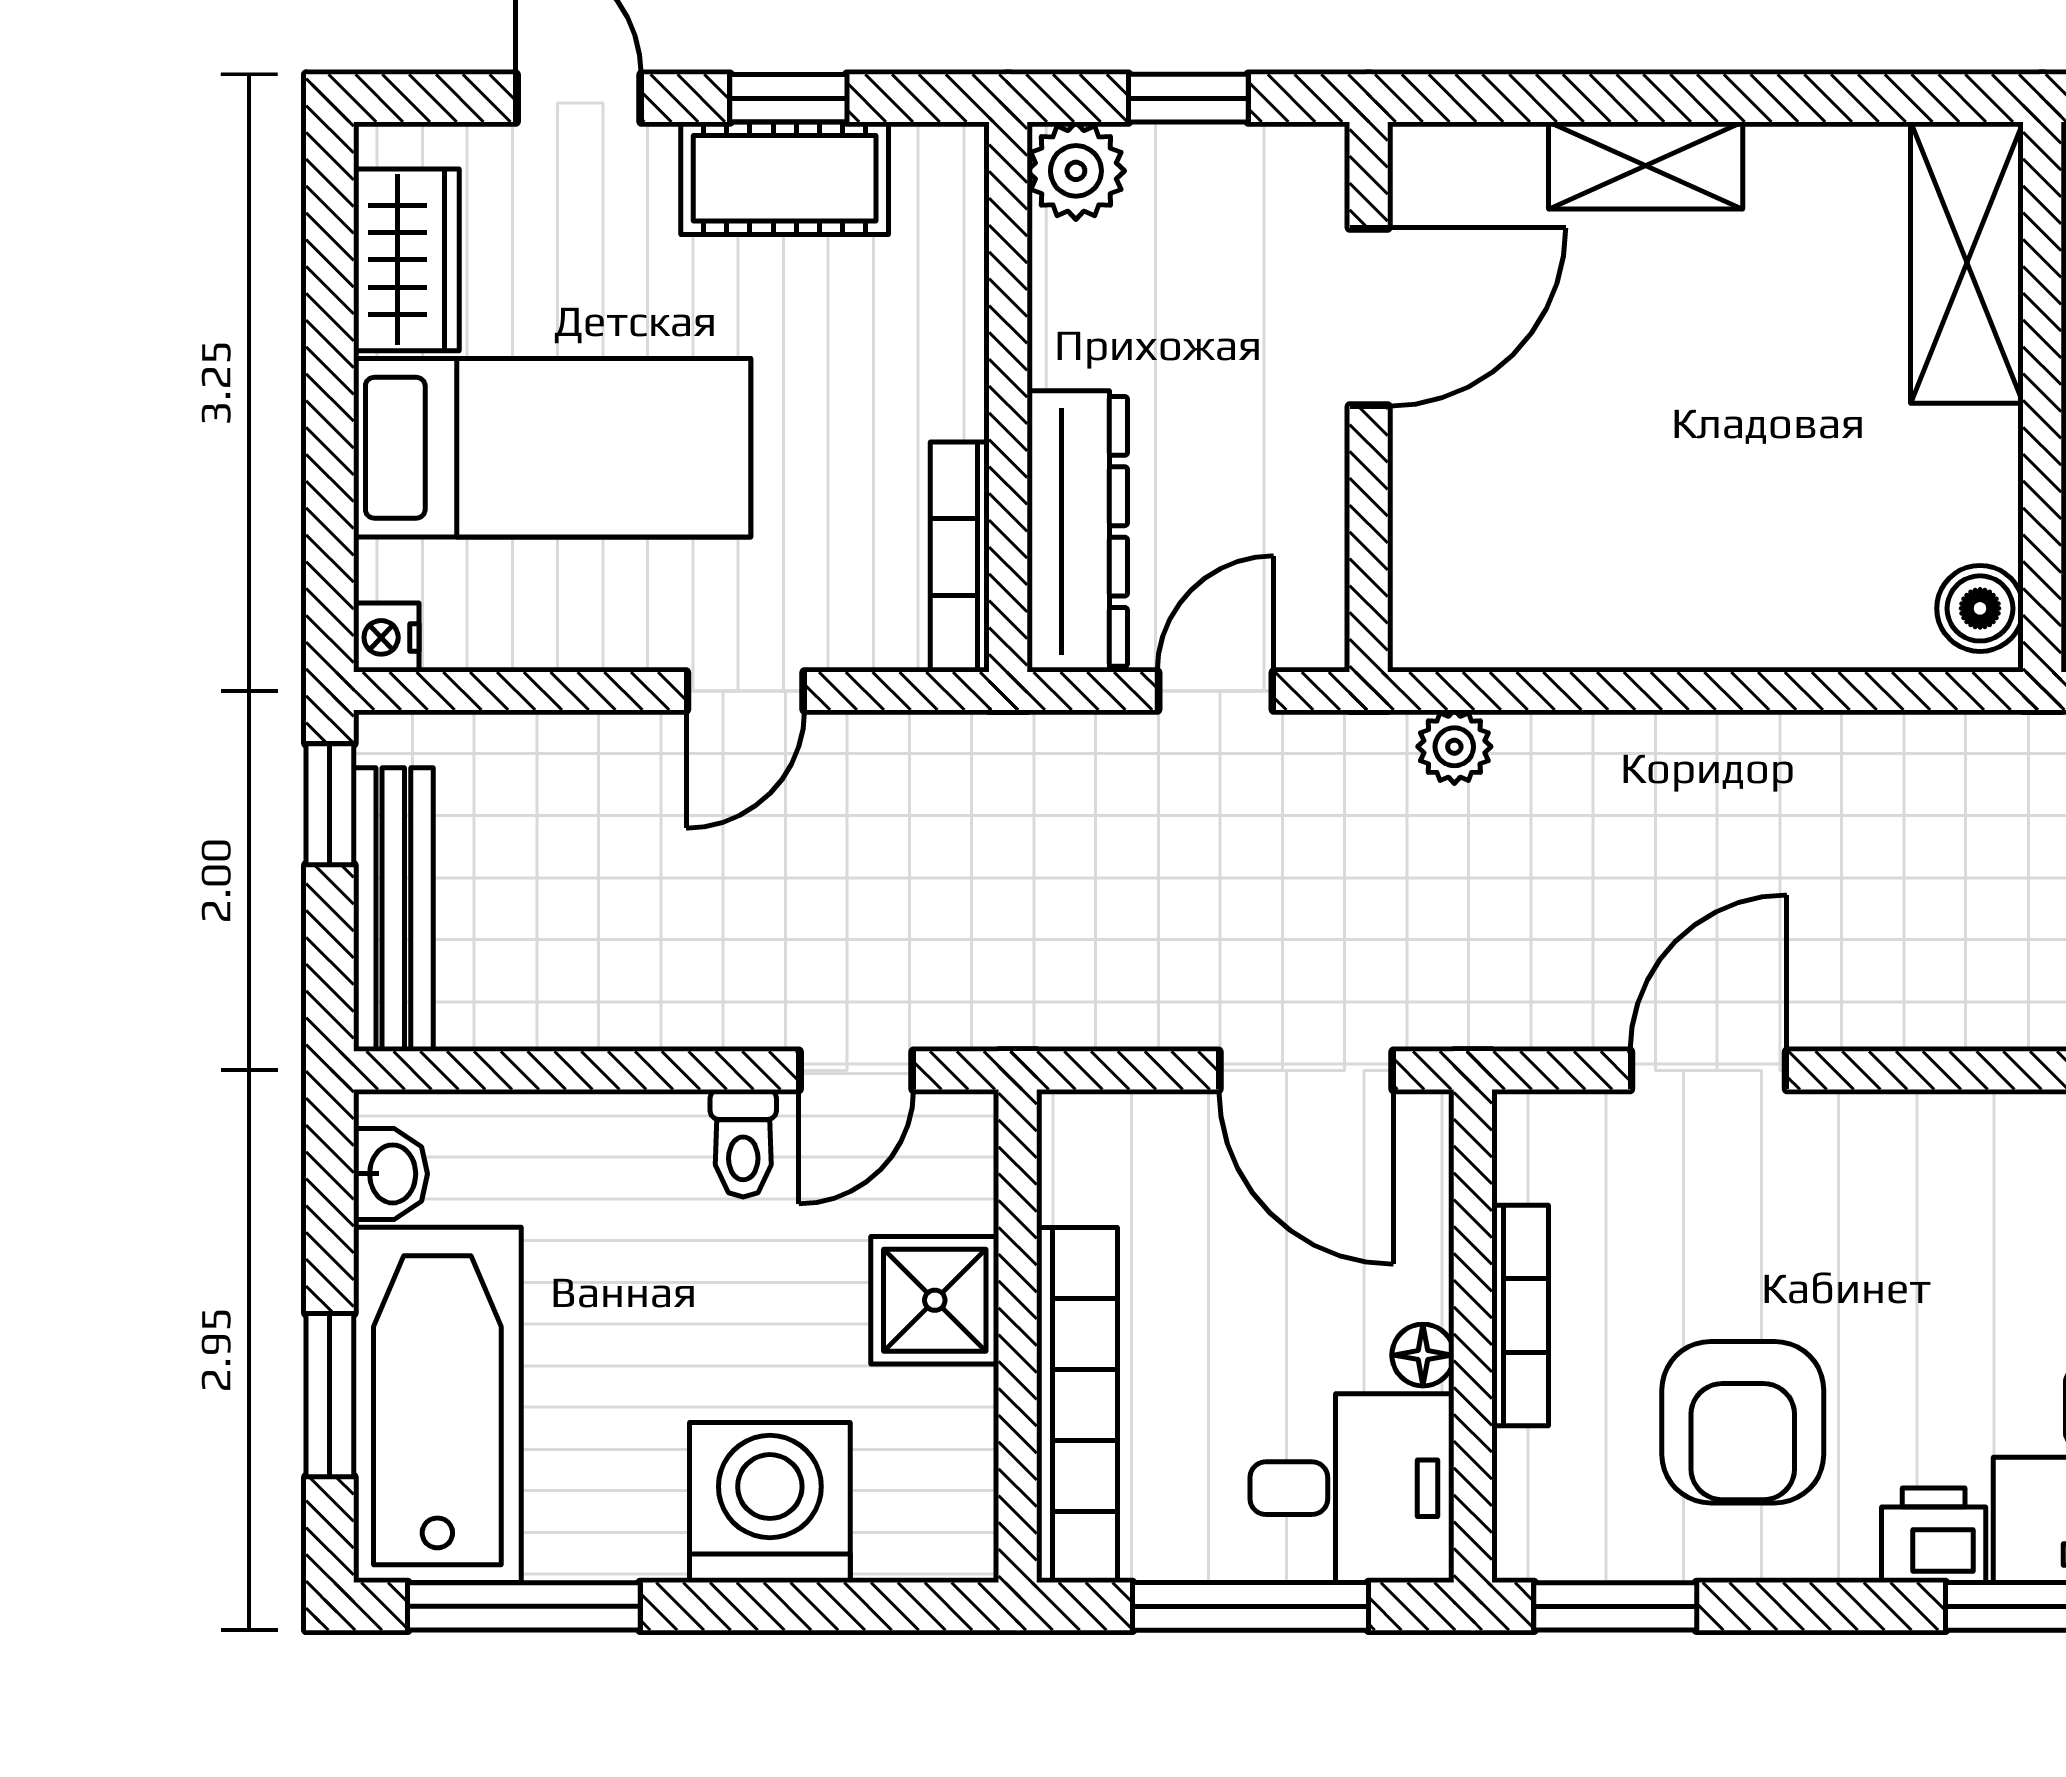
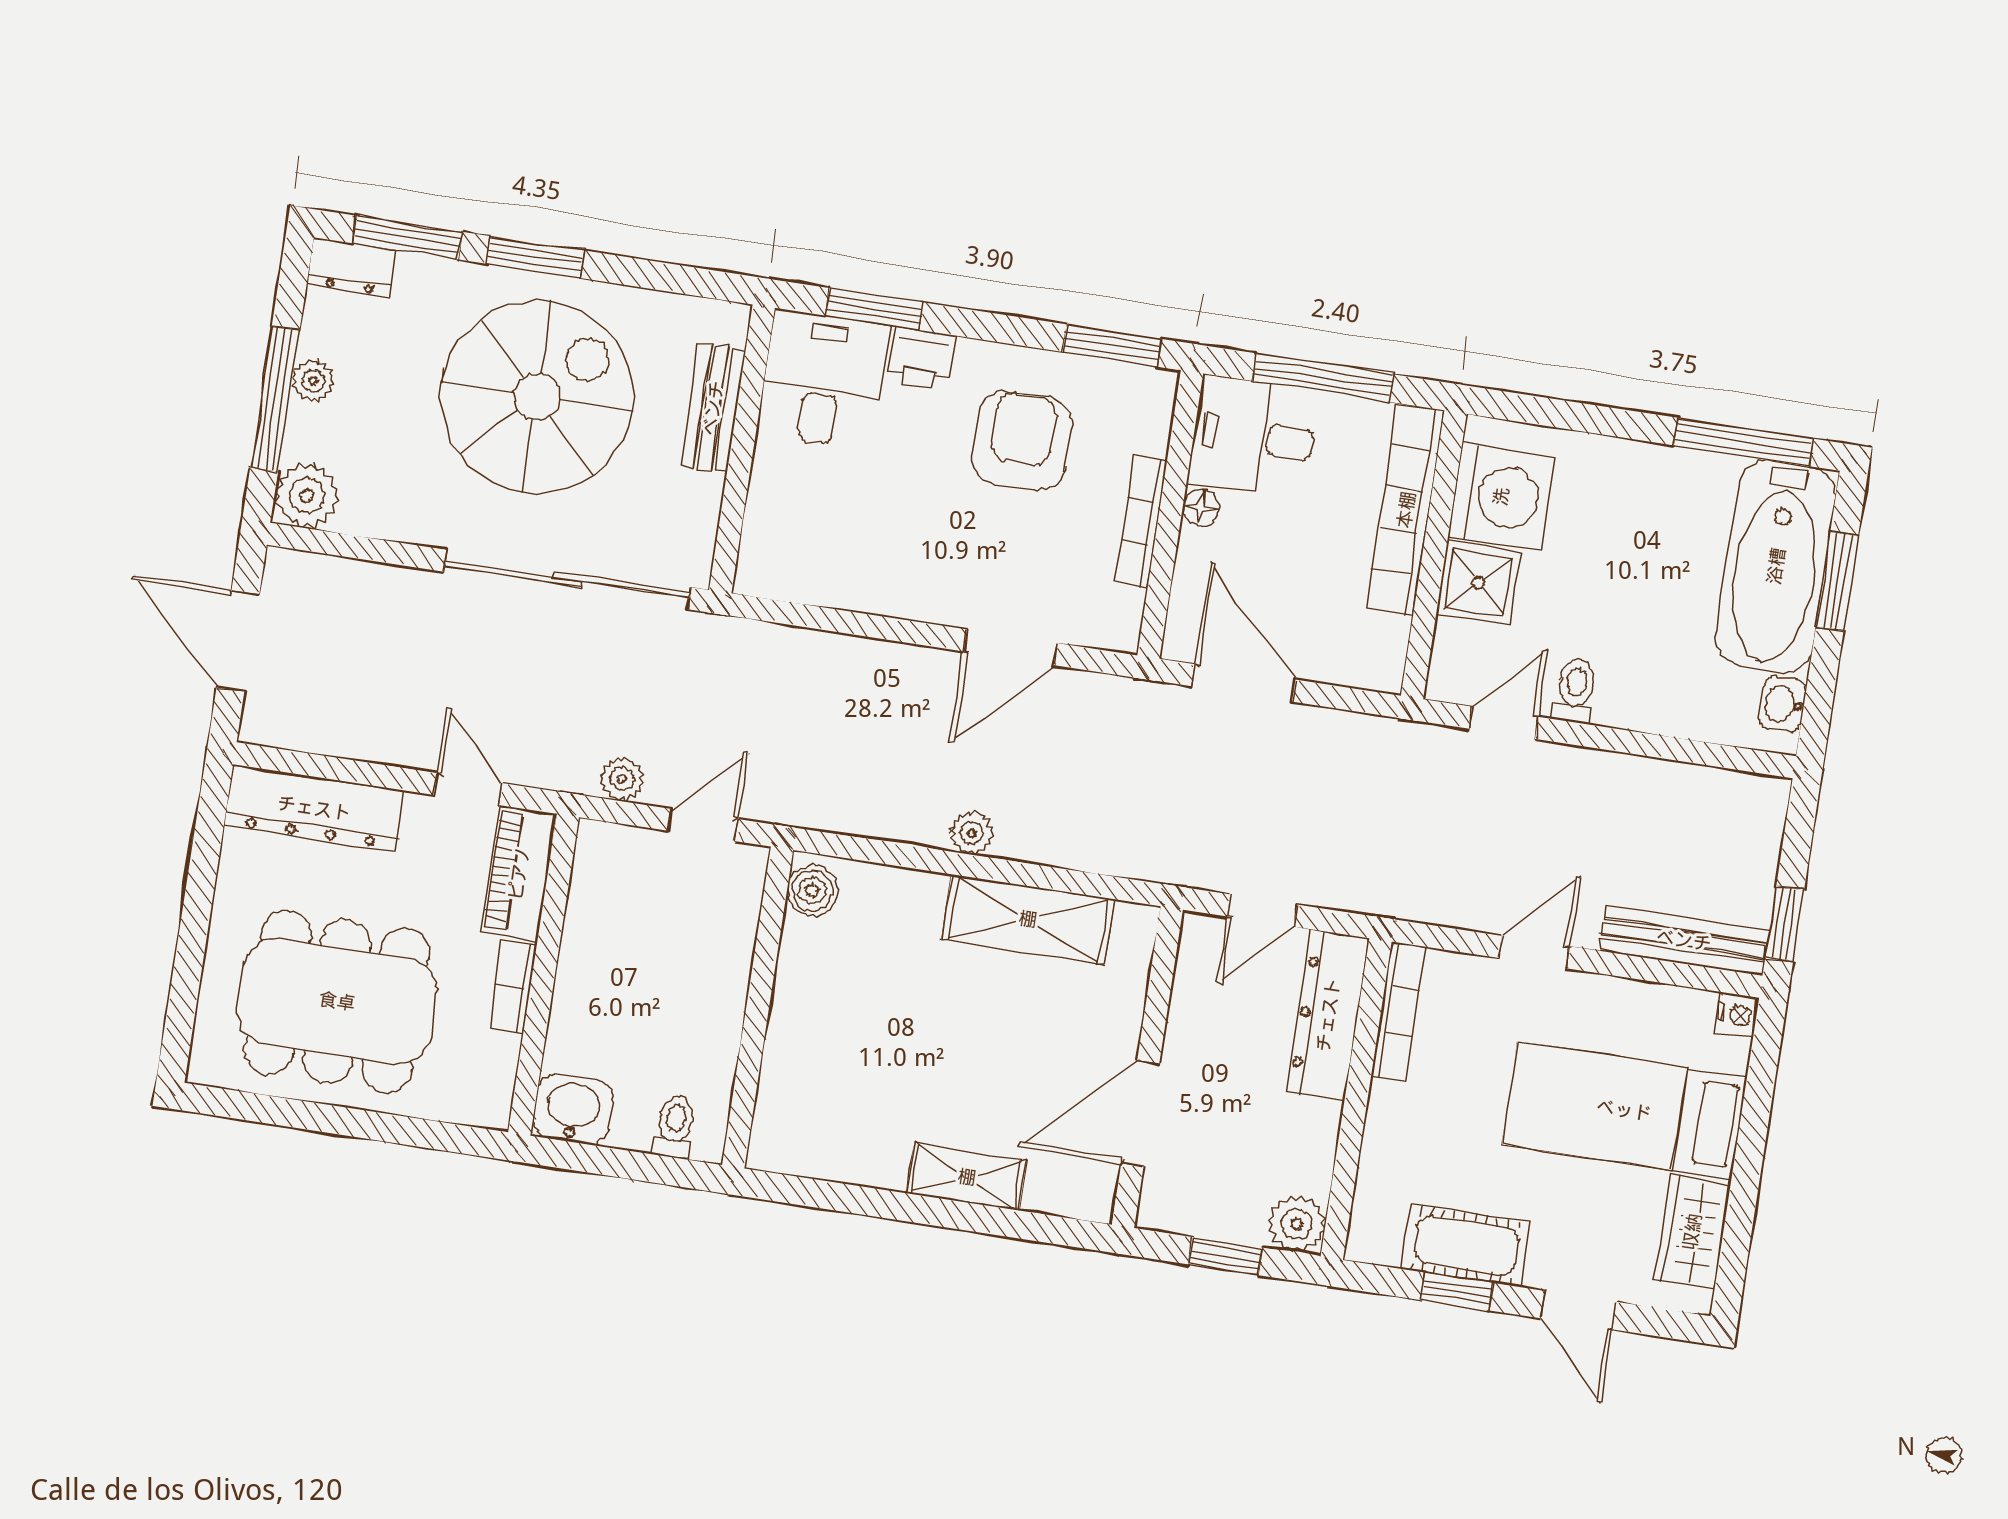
shelving: (1967, 263) -> (1028, 919), moved, turned 90
plant: (1454, 747) -> (972, 833), moved
bench: (393, 910) -> (1684, 940), moved, turned 90
washing machine: (770, 1503) -> (1501, 496), moved, turned -90

